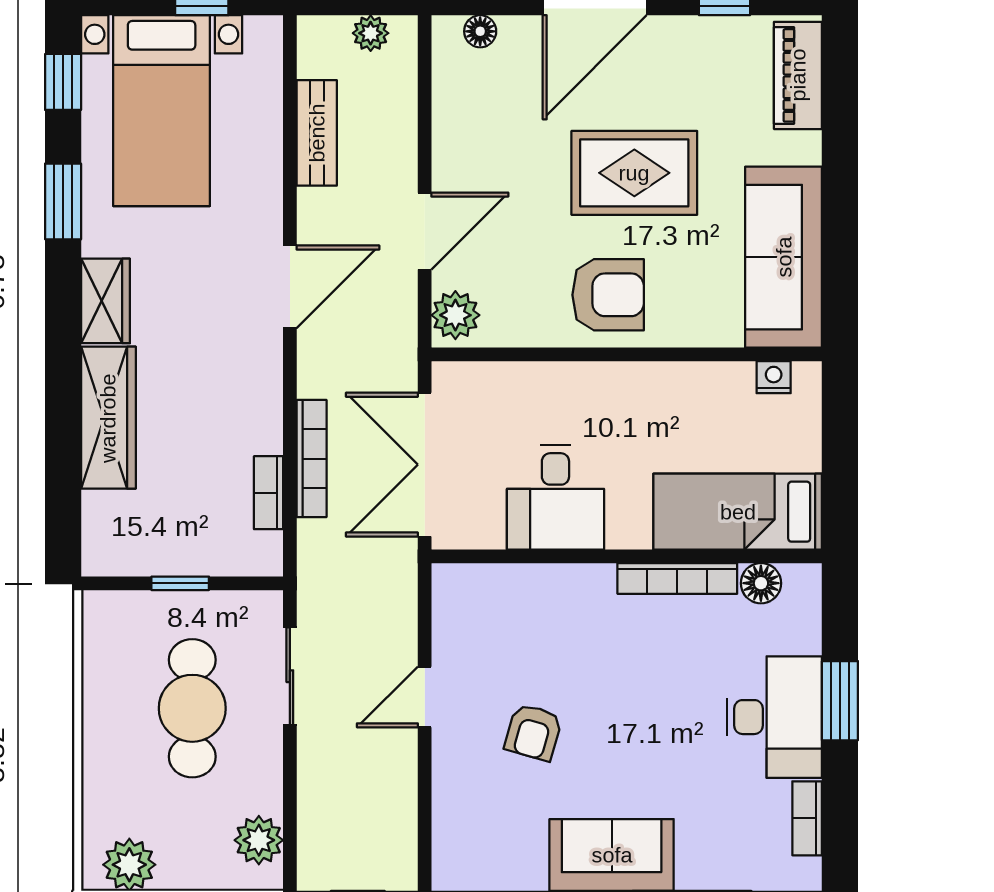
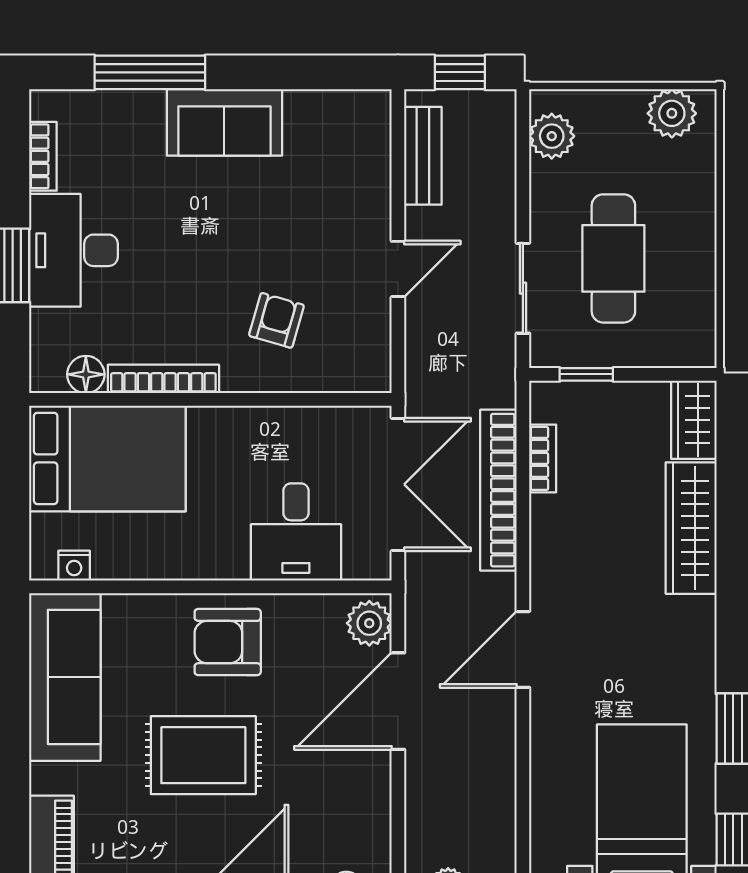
bench: (317, 133) -> (423, 156), moved
door: (425, 231) -> (398, 701), width x1.36
wardrobe: (105, 301) -> (694, 420), moved
bookcase: (312, 459) -> (498, 490), width x1.48, depth x1.31
desk: (555, 497) -> (296, 532), moved, turned 180
bed: (738, 512) -> (107, 458), width x1.50
window: (180, 583) -> (586, 374), moved
armchair: (533, 732) -> (276, 320), moved

